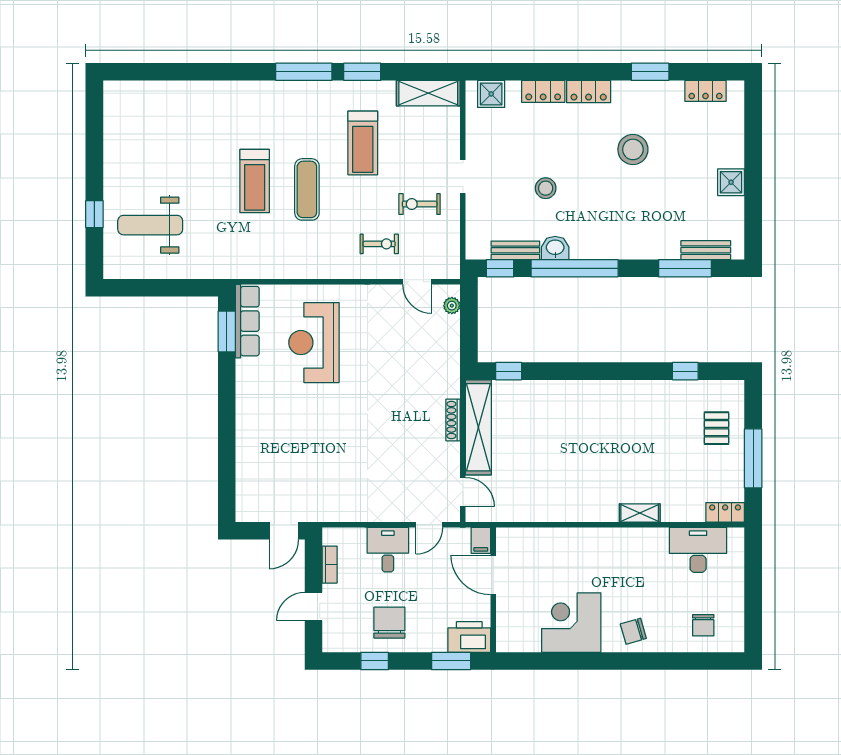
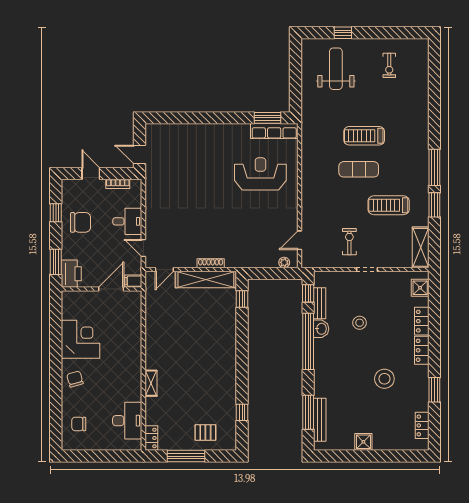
exercise bike: (379, 244) -> (389, 65), moved
bench: (706, 250) -> (320, 420), width x1.36

